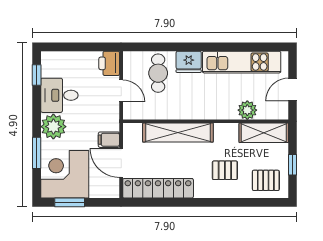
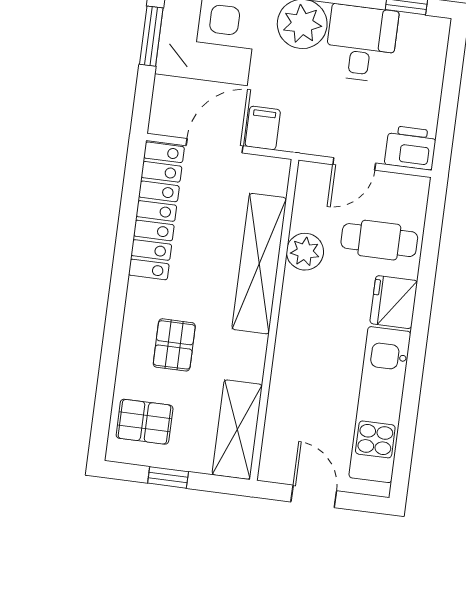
plant: (247, 110) -> (305, 252), moved
pallet: (266, 180) -> (145, 422), turned 90

